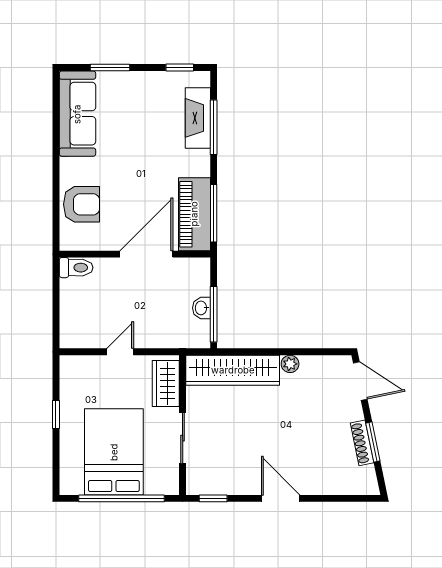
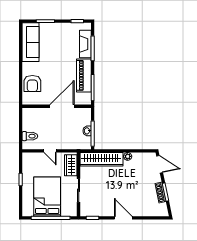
armchair: (81, 204) -> (32, 84), turned 90
piano: (194, 214) -> (84, 75), moved
toilet: (76, 268) -> (30, 136), moved
door: (120, 352) -> (50, 151), swing flipped

